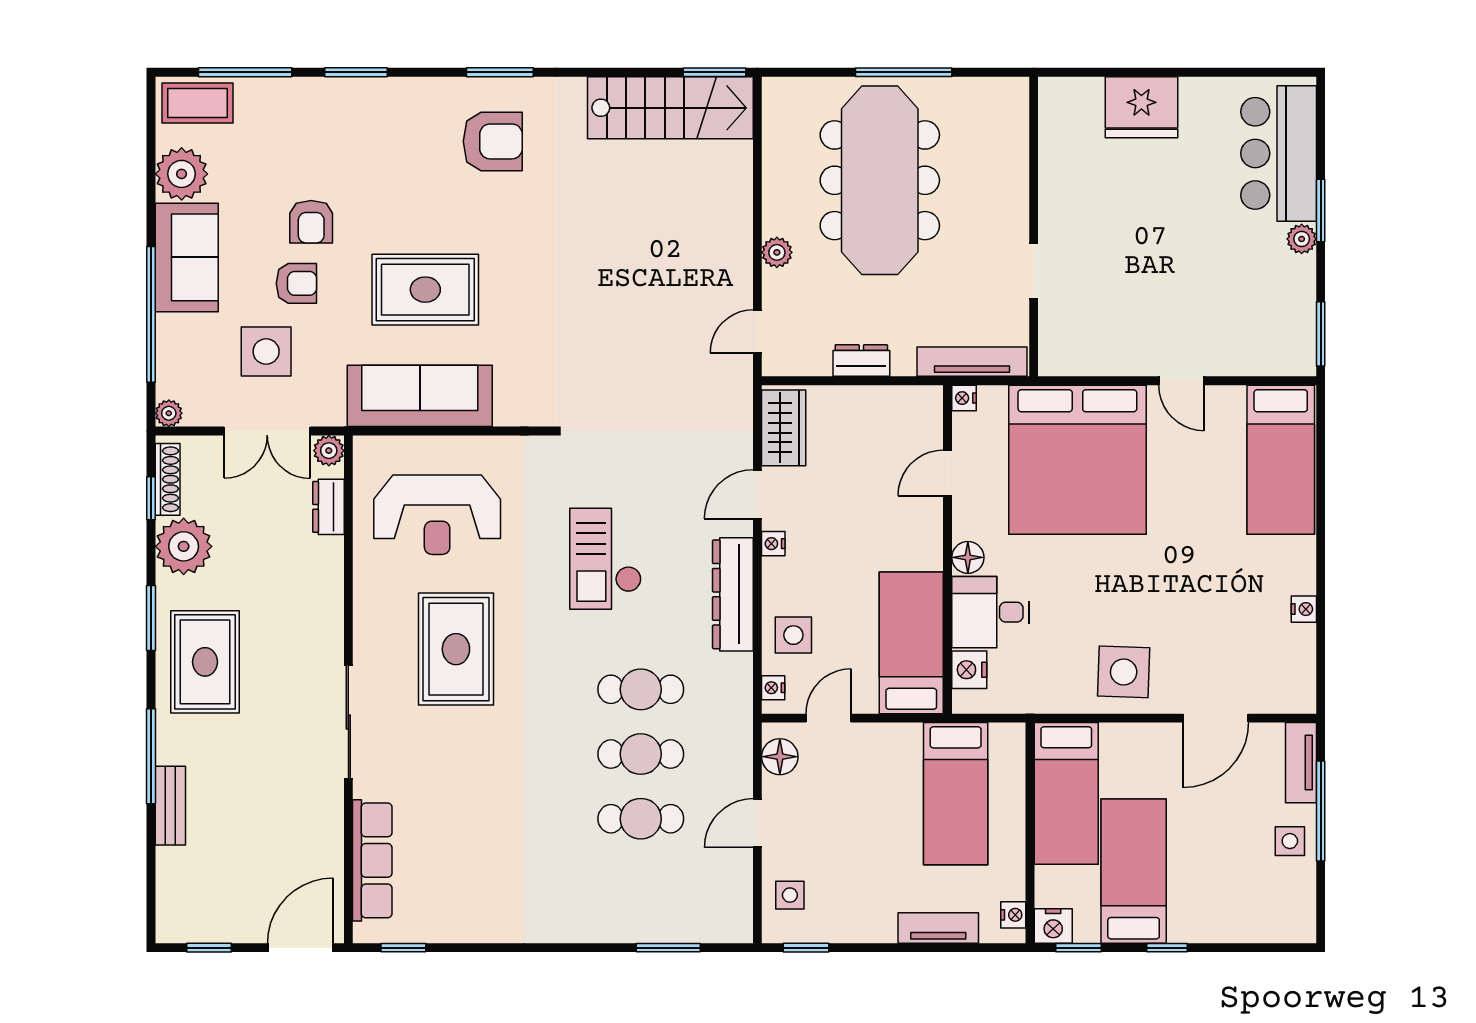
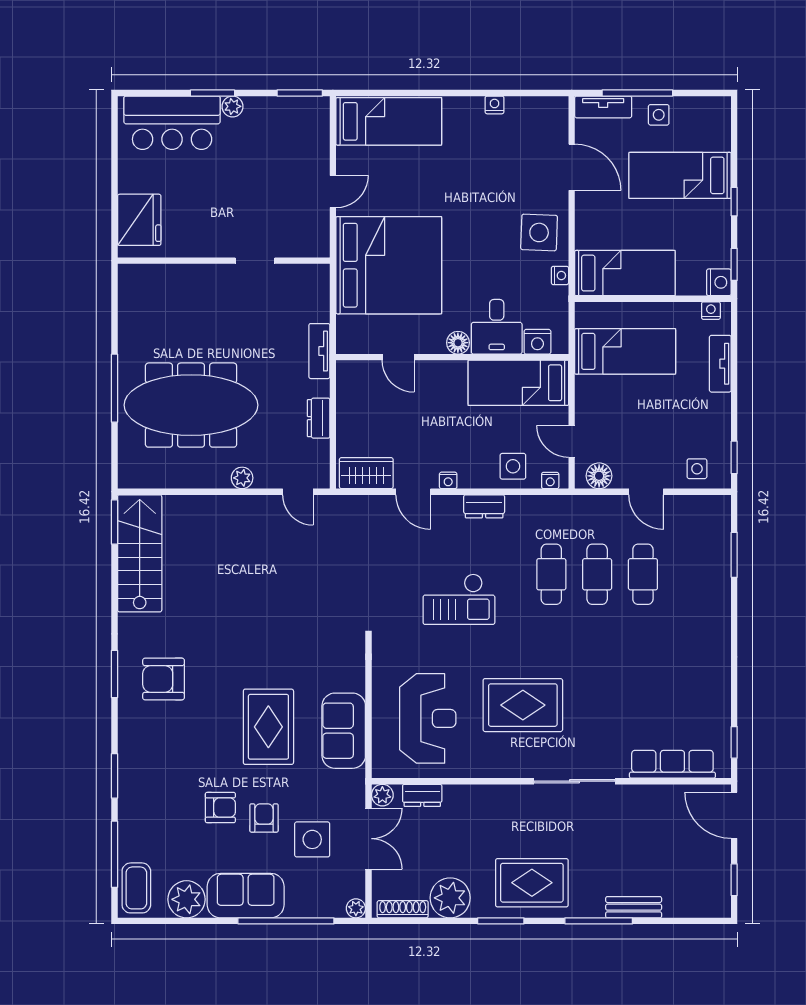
armchair: (493, 141) -> (164, 679), turned -90
wall: (1034, 227) -> (224, 261), moved
doorway: (1034, 271) -> (255, 261), moved
tv unit: (972, 362) -> (319, 351), width x0.71
sofa: (420, 396) -> (344, 731), width x0.73
nightstand: (964, 398) -> (560, 275), moved, turned -90
window: (151, 498) -> (416, 921), removed
dresser: (733, 594) -> (484, 506), width x0.51, depth x0.80
bed: (1134, 871) -> (680, 175), moved

